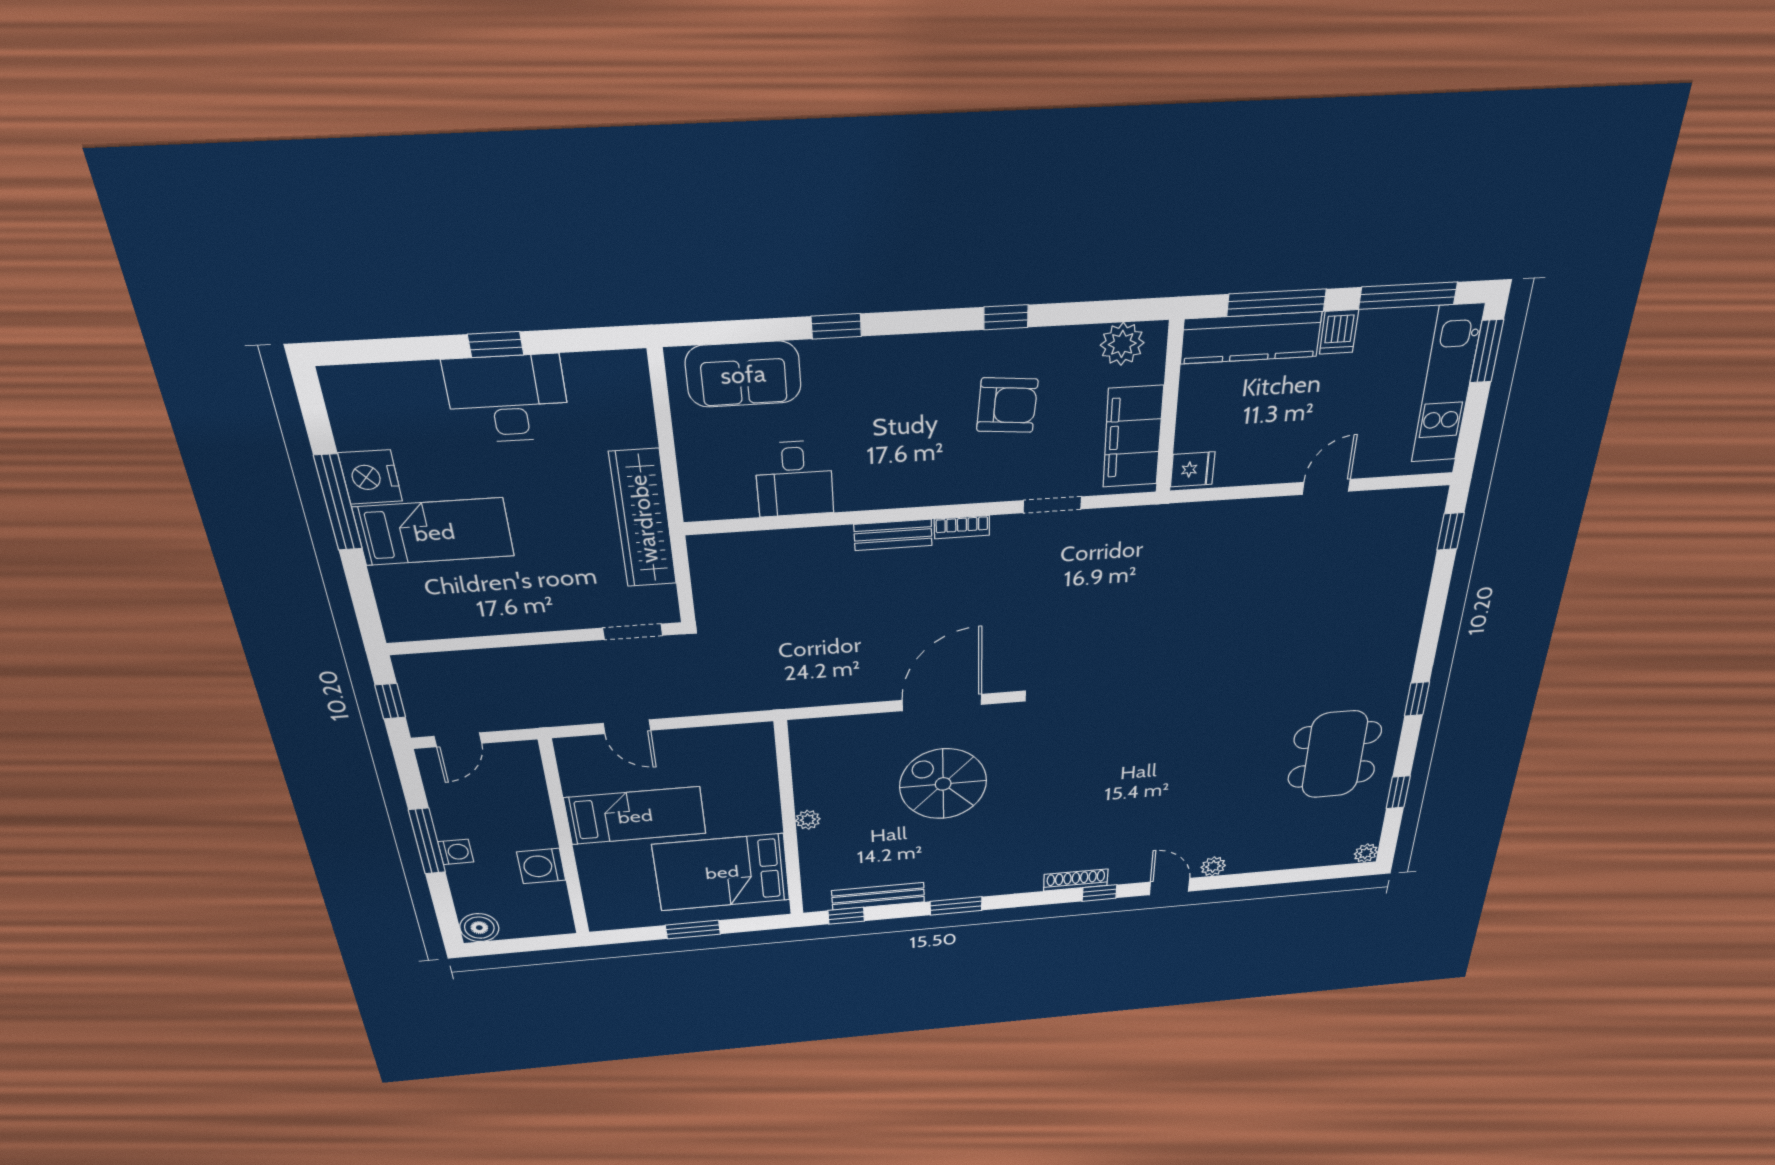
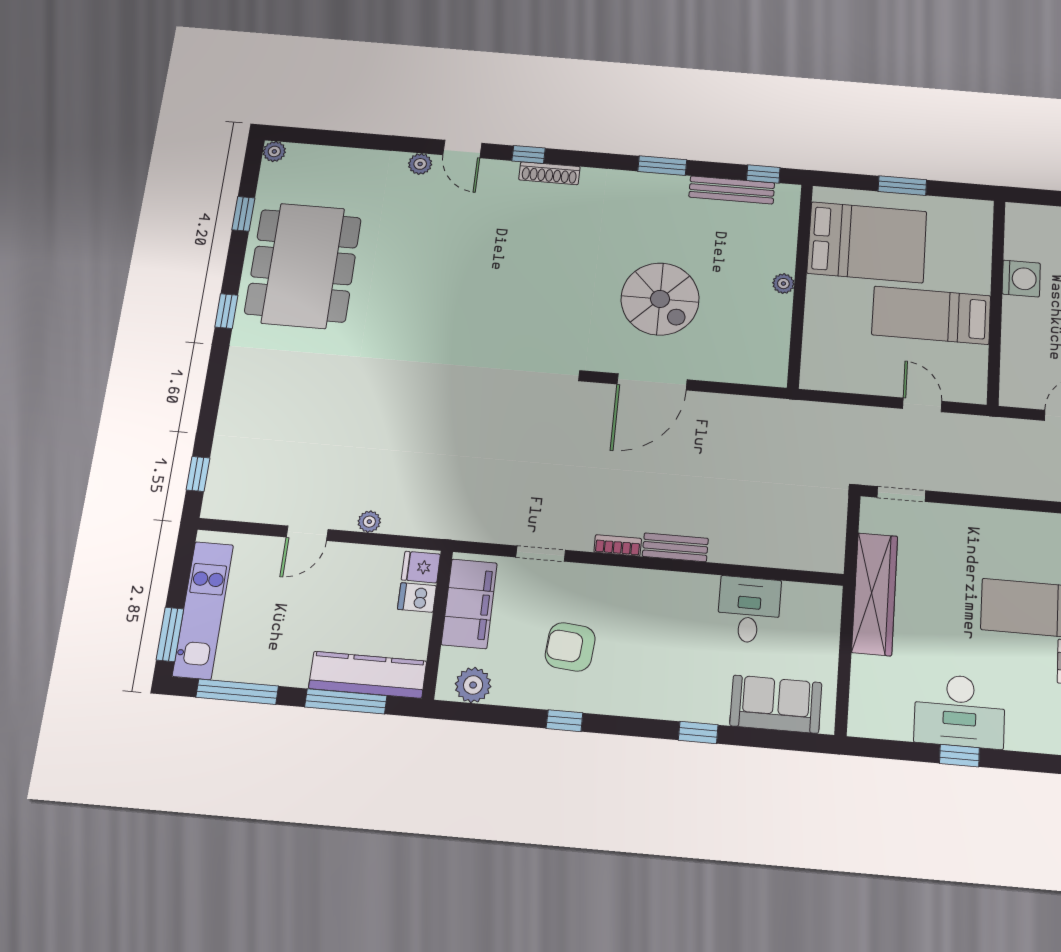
dishwasher: (1339, 332) -> (417, 598), moved, turned -90
plant: (1255, 510) -> (369, 522), added
dining table: (1335, 755) -> (303, 266), width x1.36, depth x1.24

